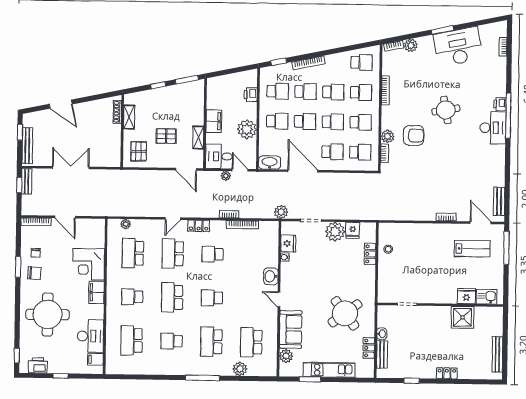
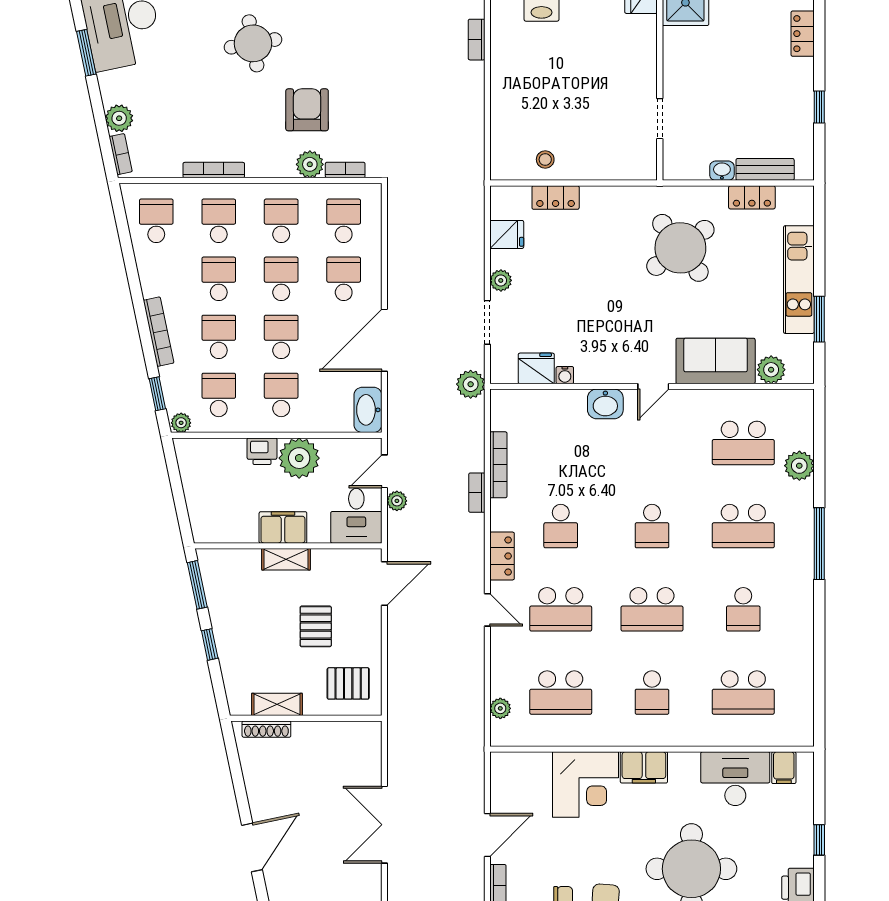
plant: (265, 73) -> (181, 423), added
printer: (251, 95) -> (262, 451), moved
shelving: (198, 138) -> (286, 559), moved
plant: (335, 232) -> (501, 280), width x0.53, depth x0.53

